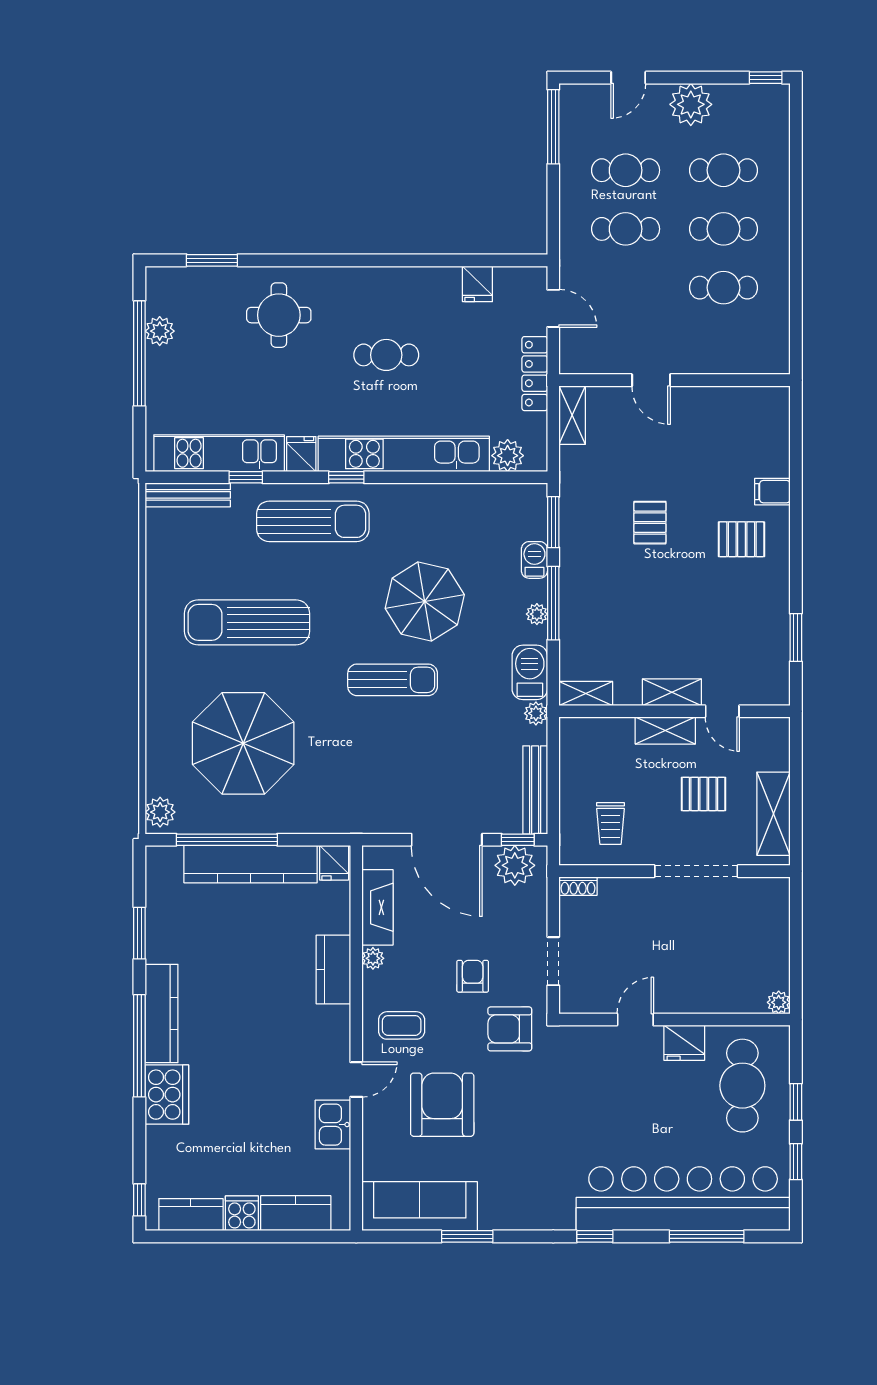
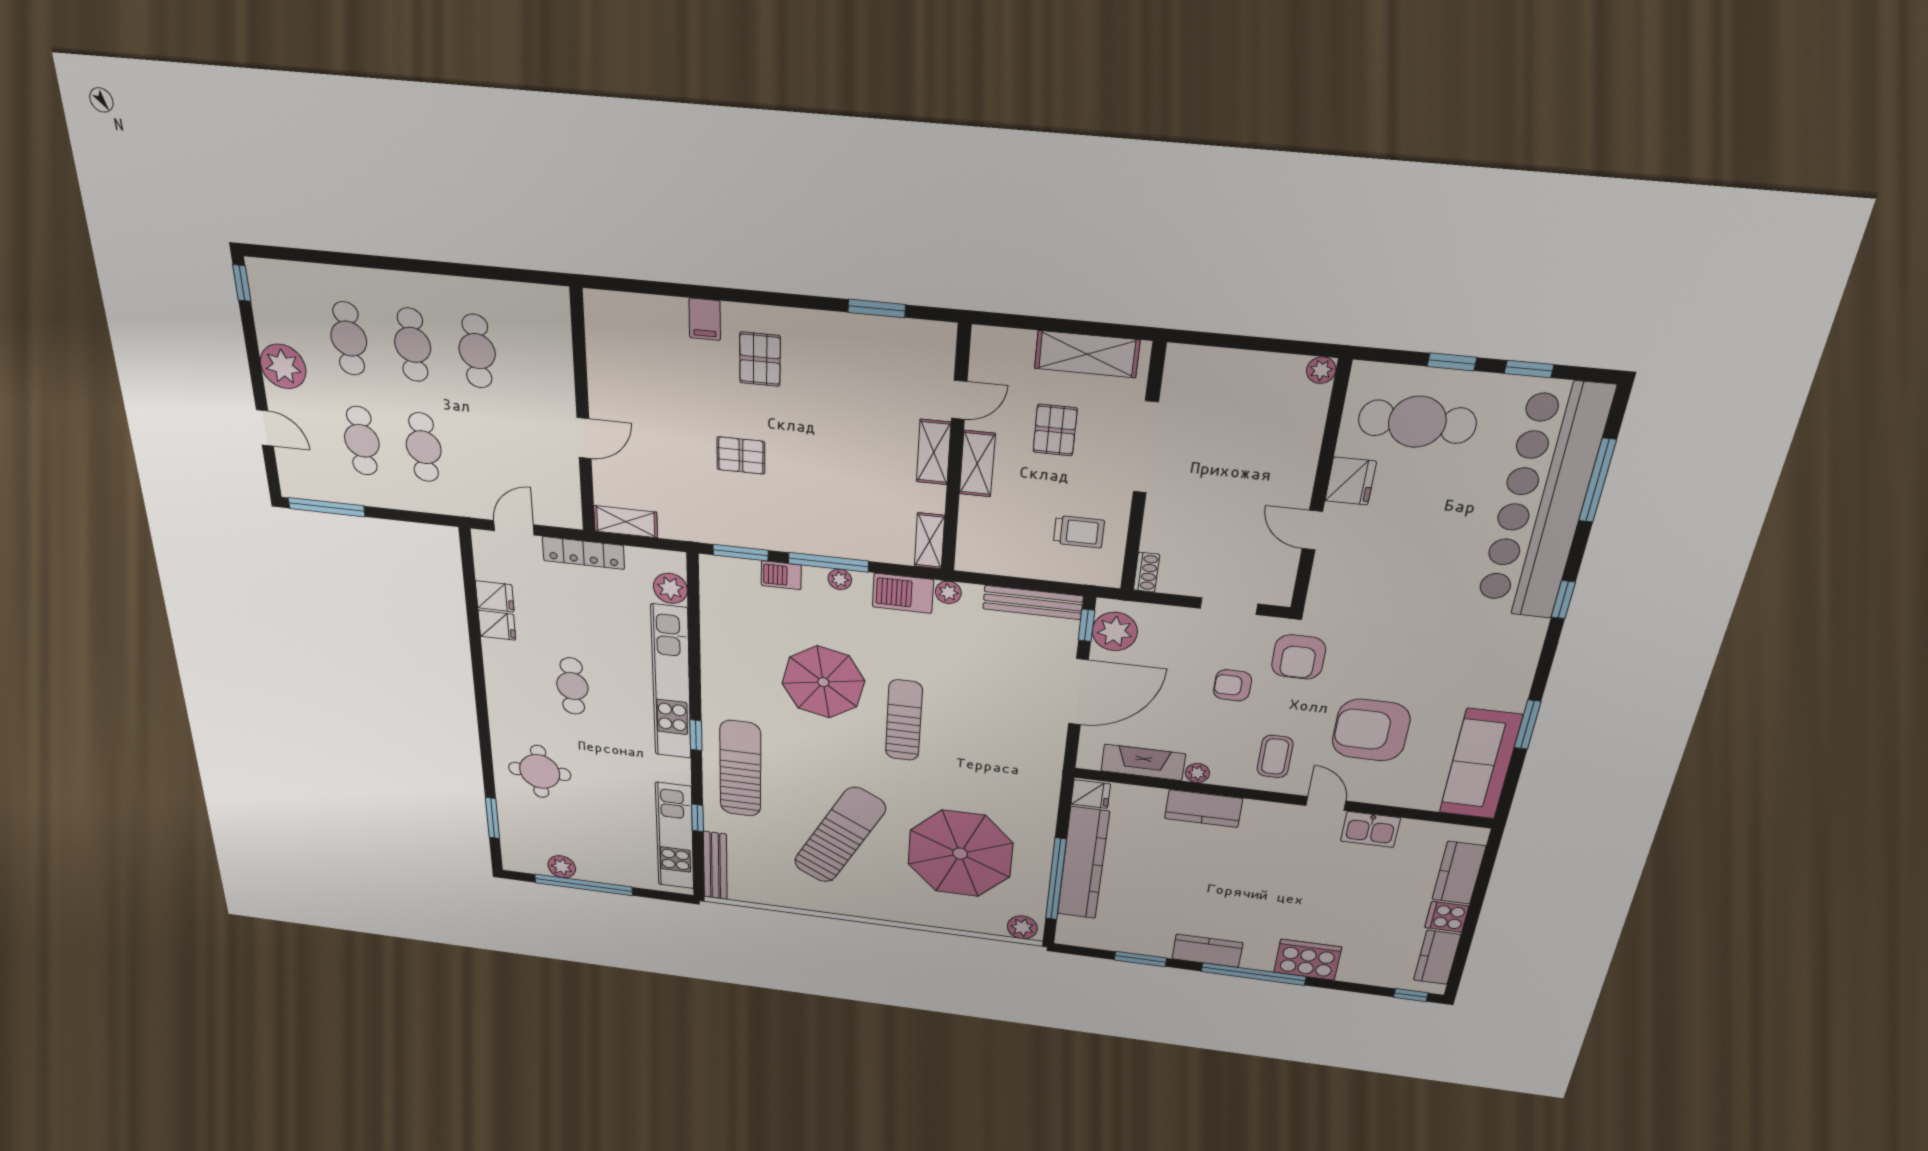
fridge: (301, 454) -> (497, 625), moved, turned 180
sun lounger: (247, 622) -> (840, 835), turned -152
kitchen counter: (161, 1013) -> (1207, 951), width x0.67

